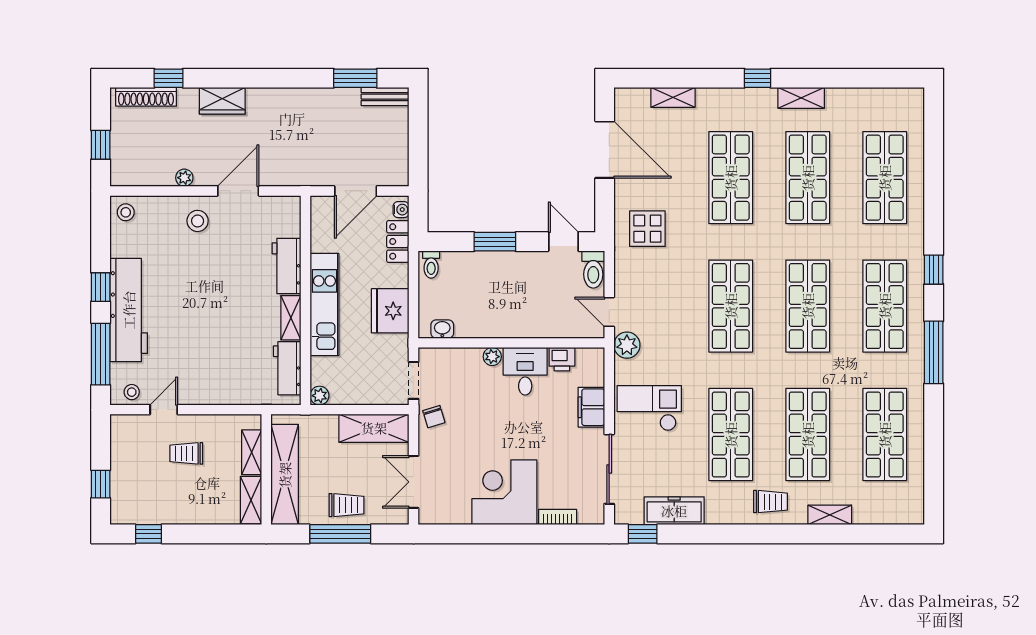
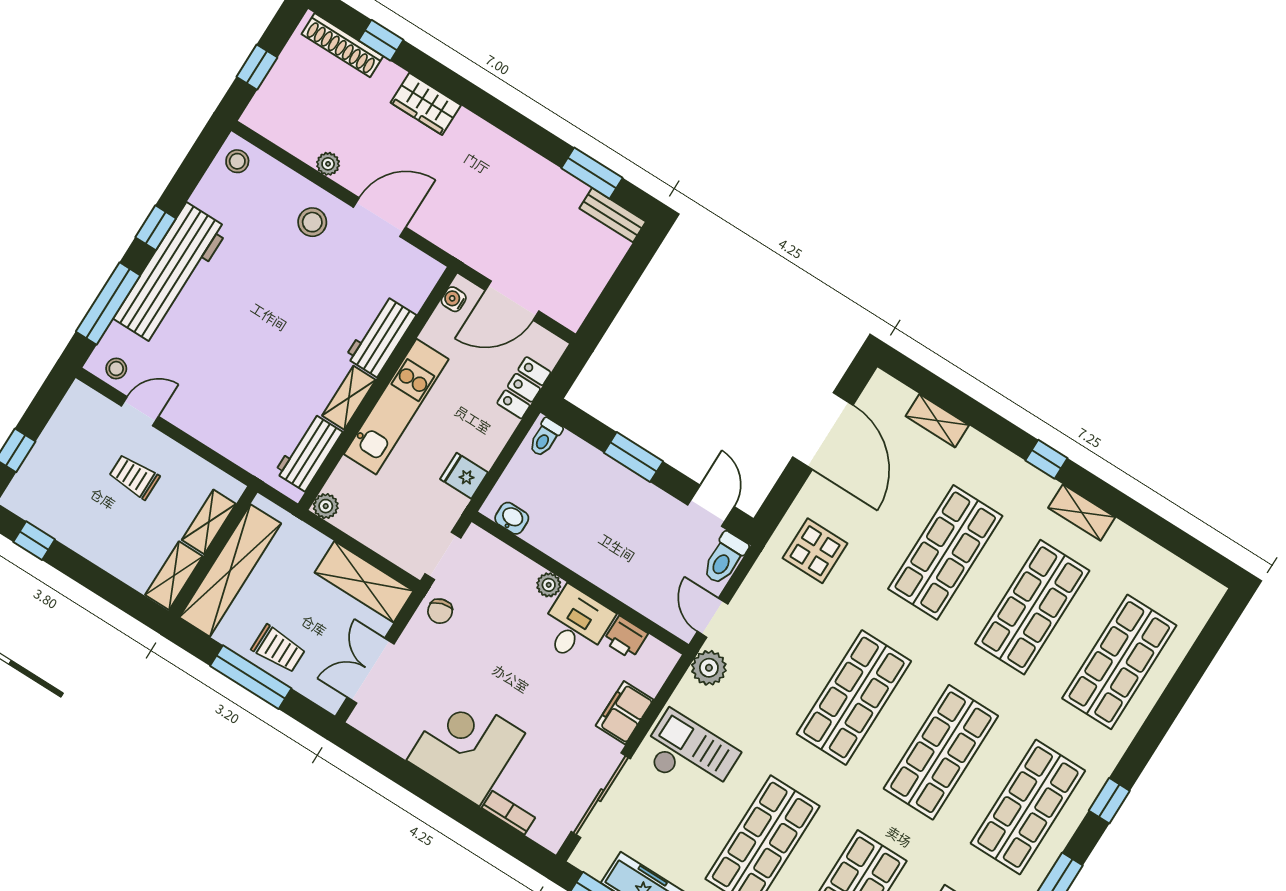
water cooler: (401, 210) -> (454, 299), moved, turned 180
fridge: (390, 311) -> (464, 476), width x0.53, depth x0.75

